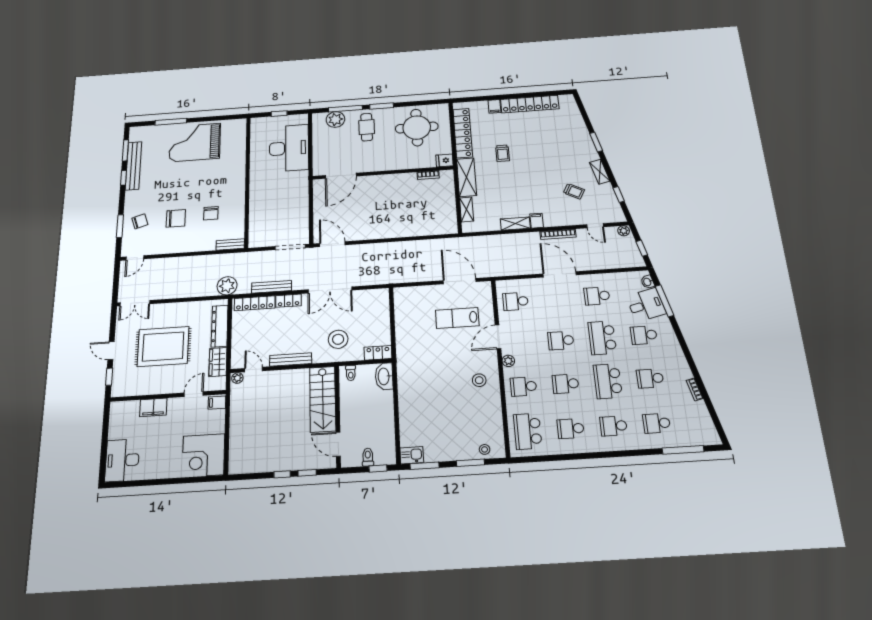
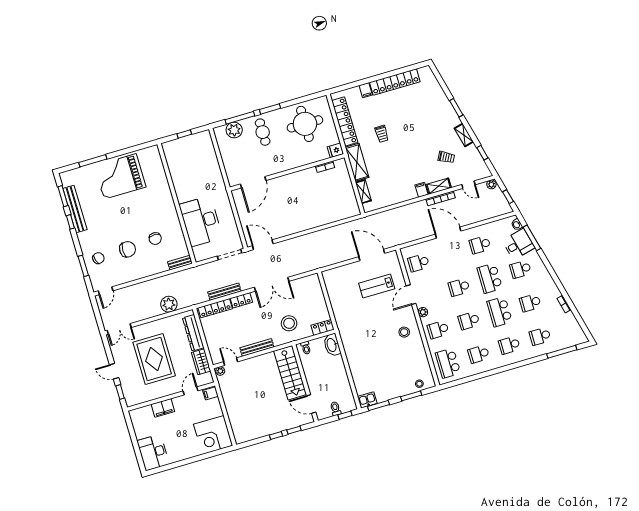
desk: (289, 148) -> (201, 221), moved, turned 180
shelving: (515, 224) -> (439, 186), moved
plant: (227, 286) -> (169, 304), moved
rug: (163, 347) -> (154, 359), turned 90

